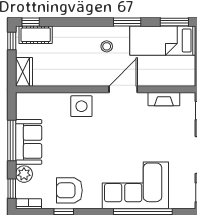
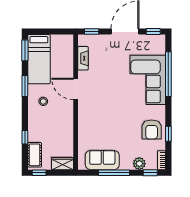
window: (31, 22) -> (25, 137), moved
side table: (81, 106) -> (88, 120), removed
sofa: (29, 142) -> (102, 160), moved

